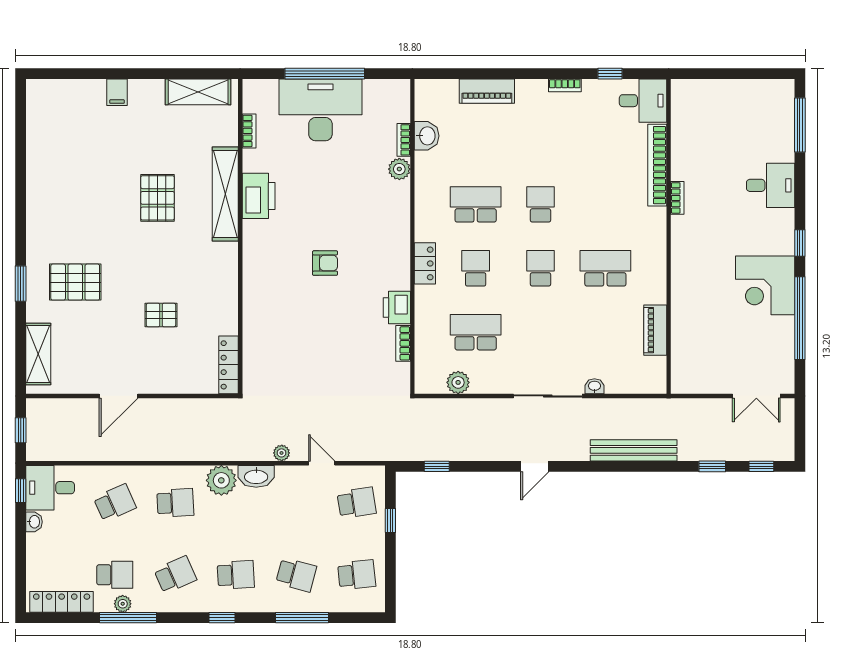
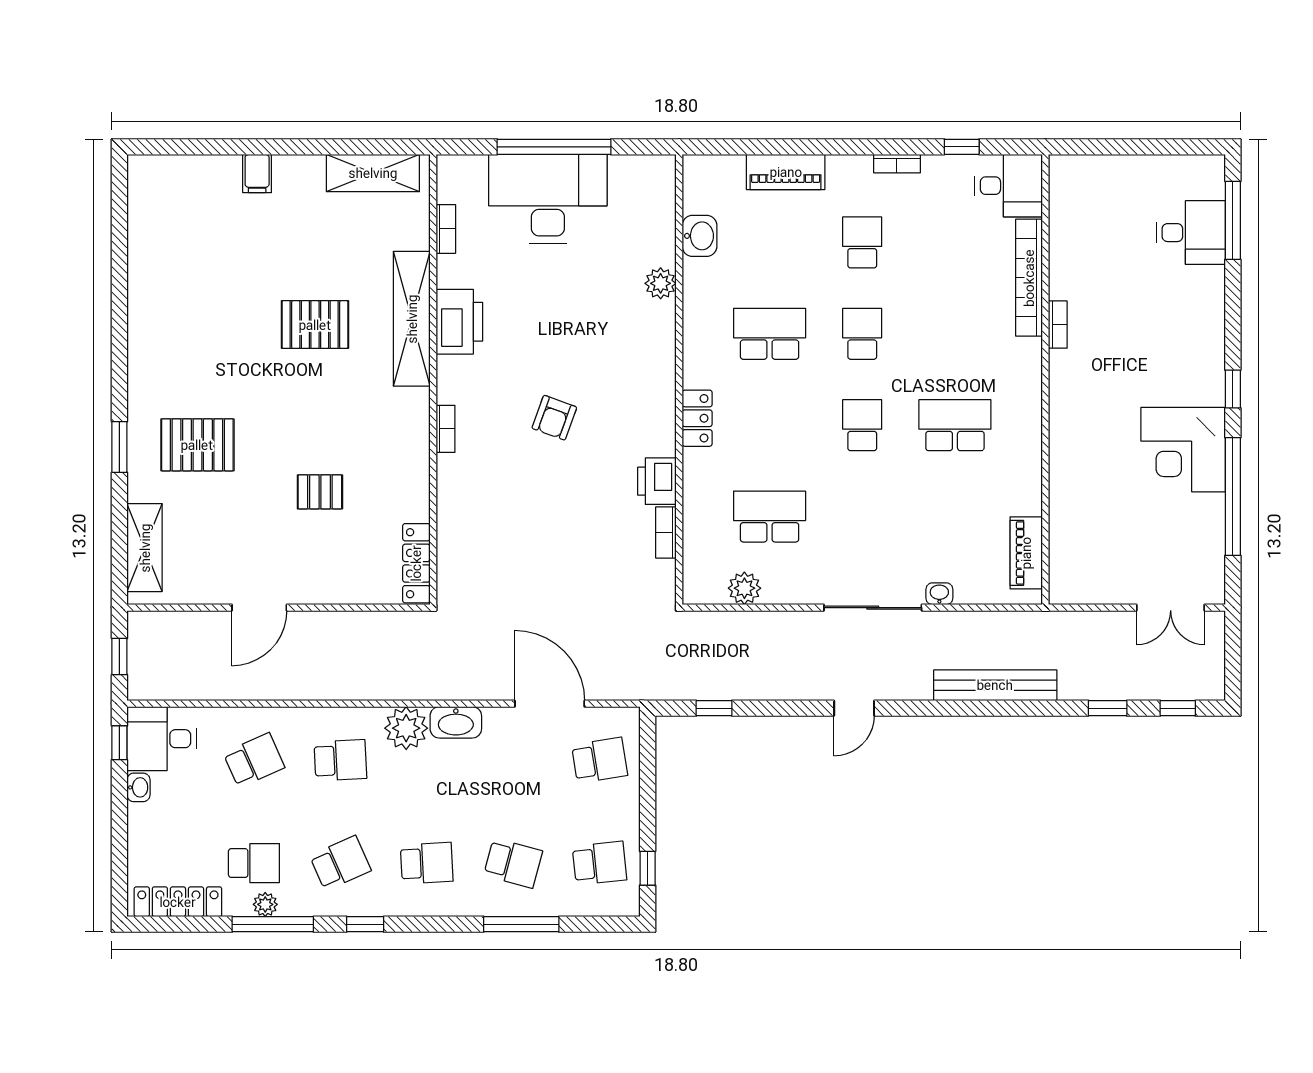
bookcase: (404, 140) -> (445, 429), moved, turned 180
desk: (771, 185) -> (1191, 233), moved
pallet: (158, 198) -> (315, 325), turned 90
armchair: (325, 263) -> (554, 418), turned 110
school desk: (476, 268) -> (862, 242), moved
piano: (655, 330) -> (1026, 553), moved
plant: (282, 453) -> (492, 689), removed
door: (322, 463) -> (550, 704), width x1.87
window: (390, 520) -> (648, 868), moved
window: (222, 618) -> (365, 924), moved

